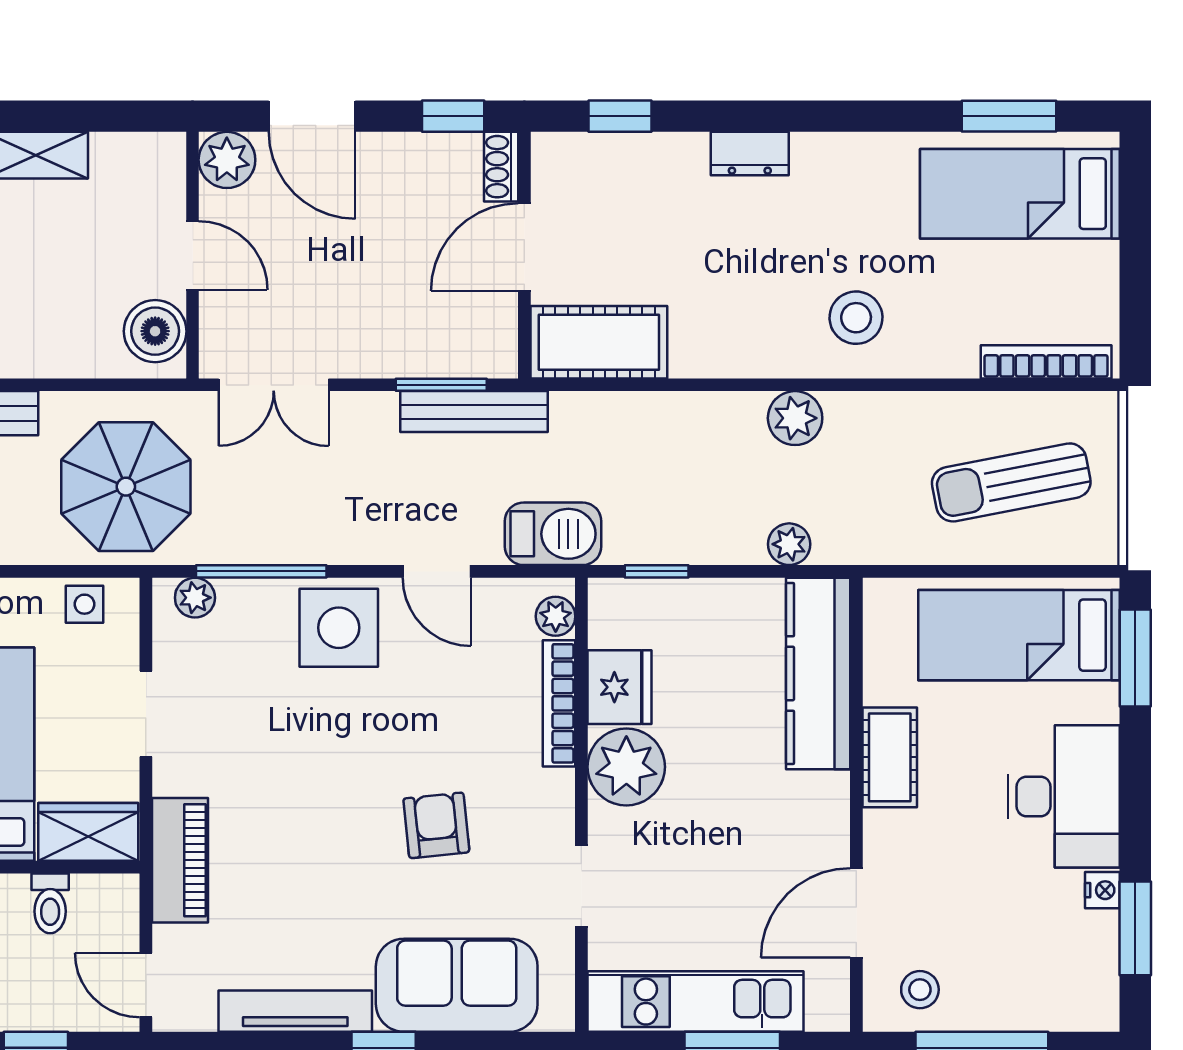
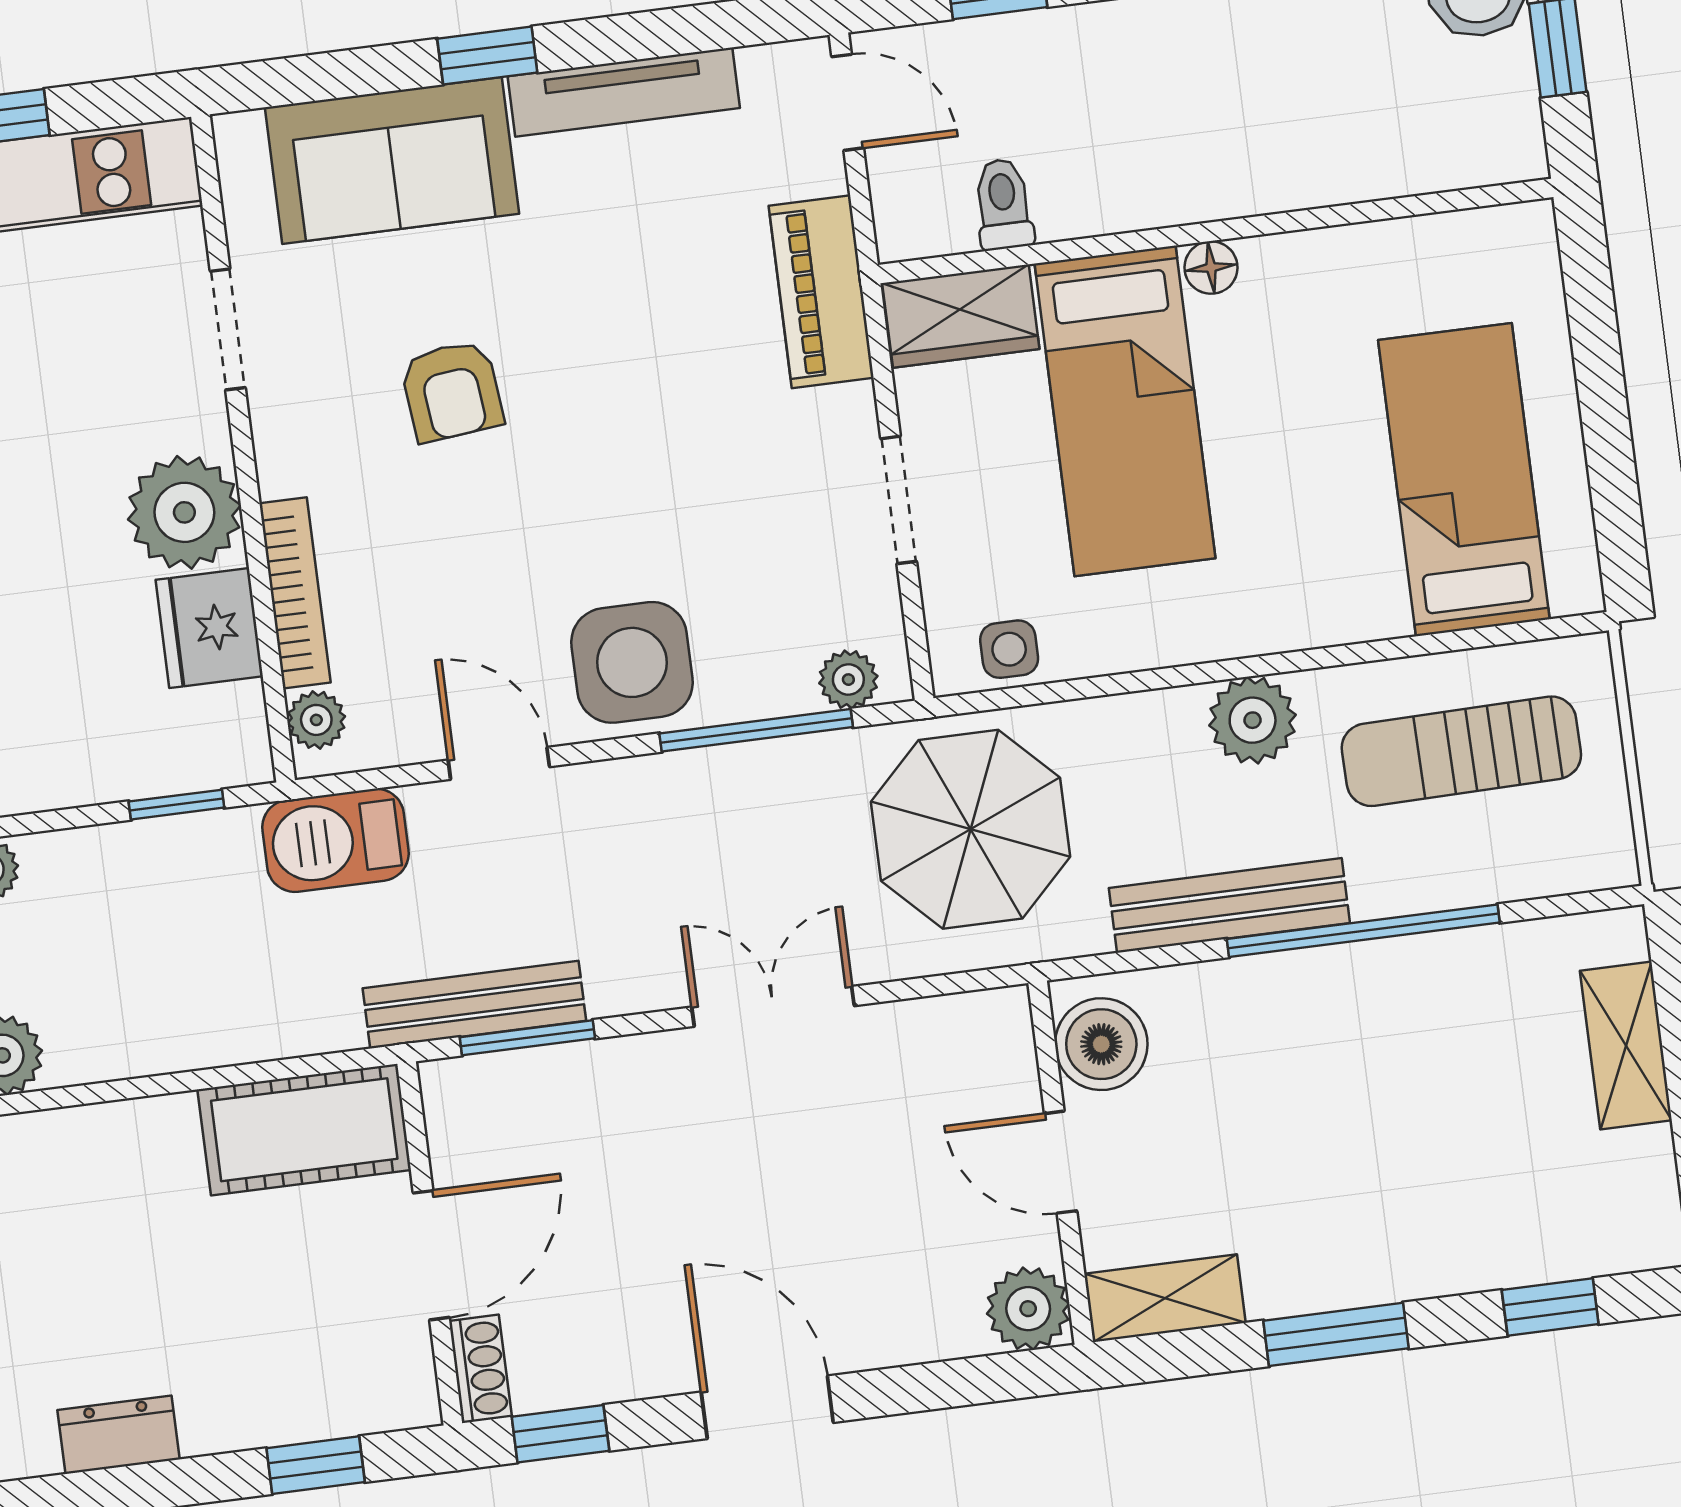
plant: (227, 160) -> (1028, 1309), moved
door: (193, 255) -> (1061, 1162), moved
wall: (193, 255) -> (1061, 1163), moved
boiler: (155, 331) -> (1101, 1044), moved

